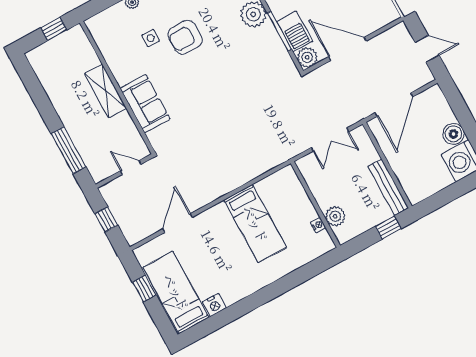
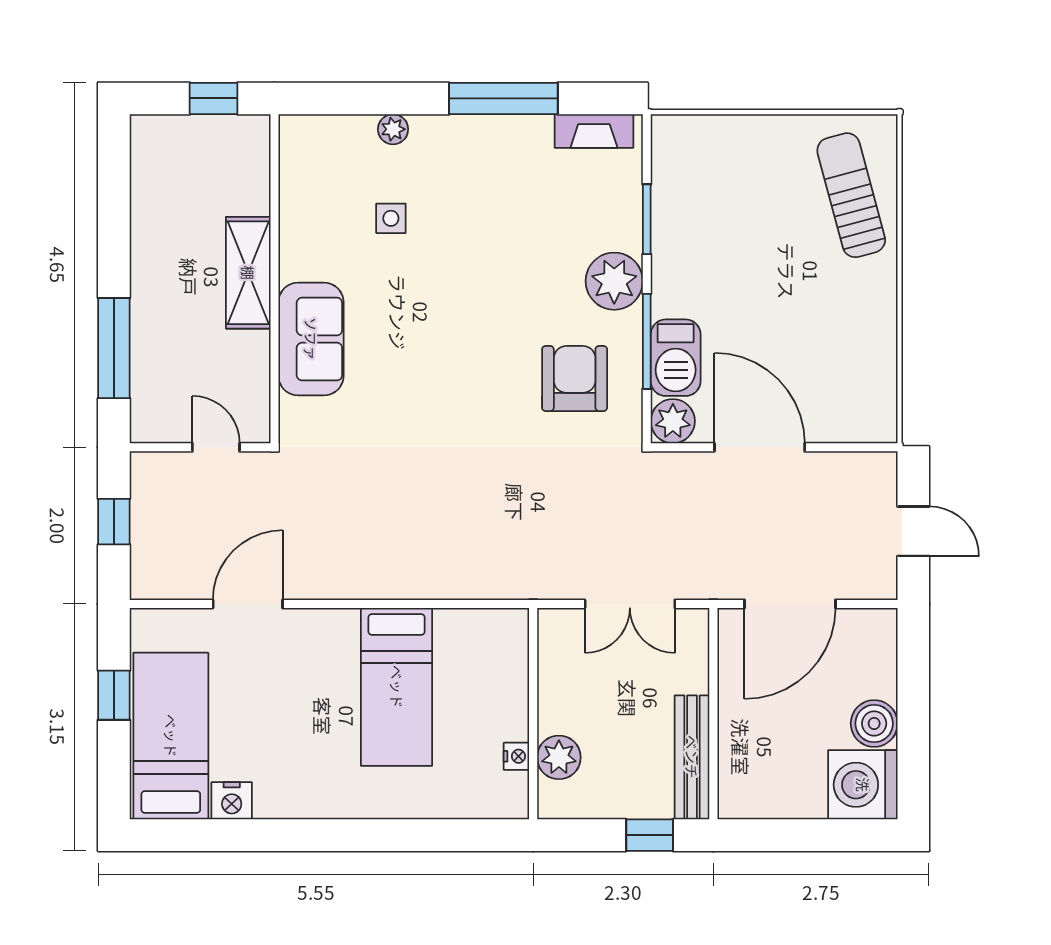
armchair: (185, 37) -> (575, 379), moved, turned 90

